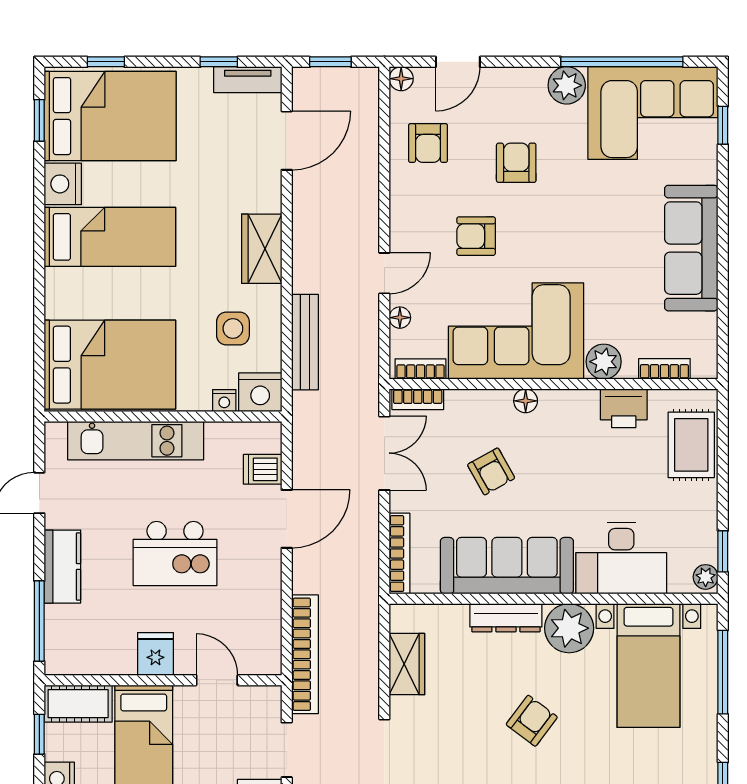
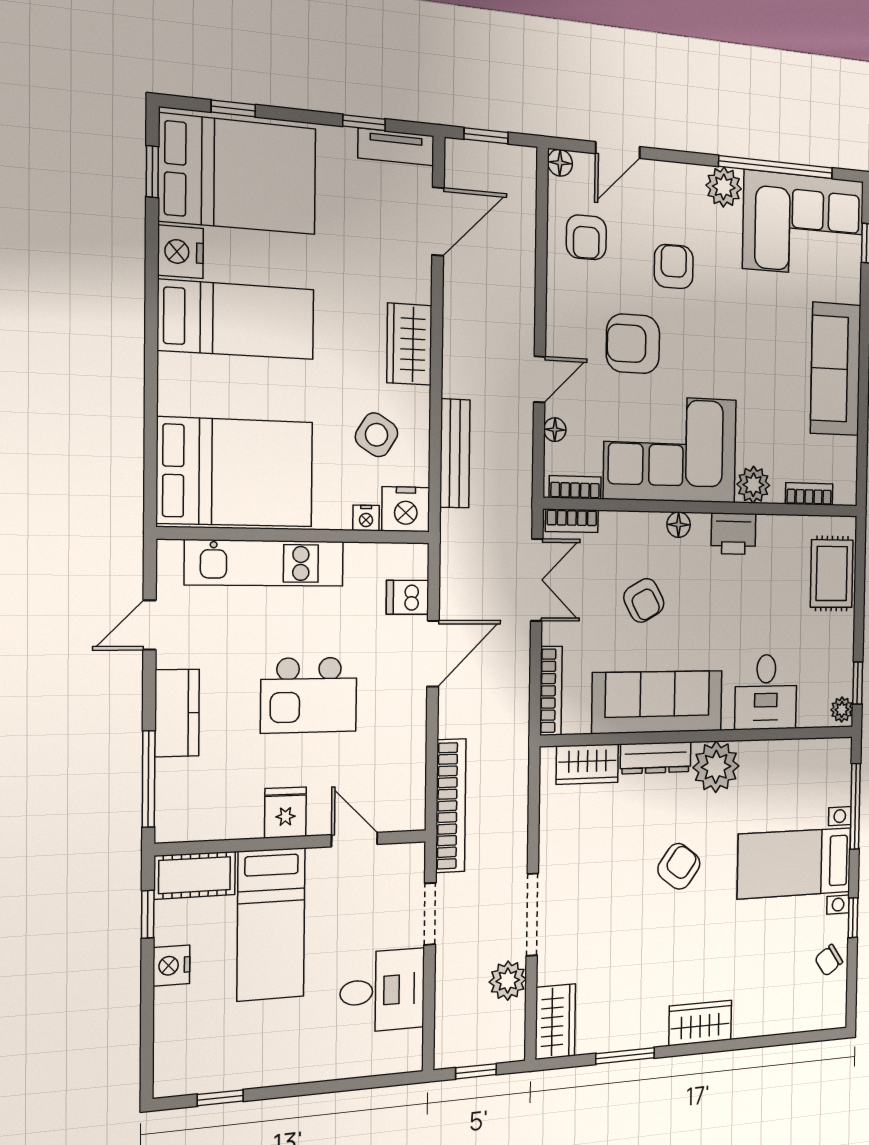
armchair: (476, 236) -> (633, 344), width x1.38, depth x1.38
side table: (233, 329) -> (377, 435), turned 32
printer: (624, 408) -> (733, 534), moved
desk: (621, 558) -> (766, 692), width x0.73
wardrobe: (407, 664) -> (587, 764), moved, turned 90
bed with nightstands: (648, 666) -> (795, 863), moved, turned 90

